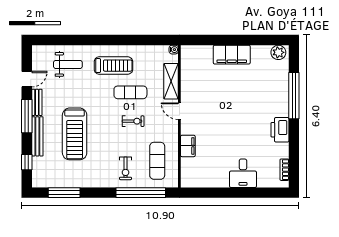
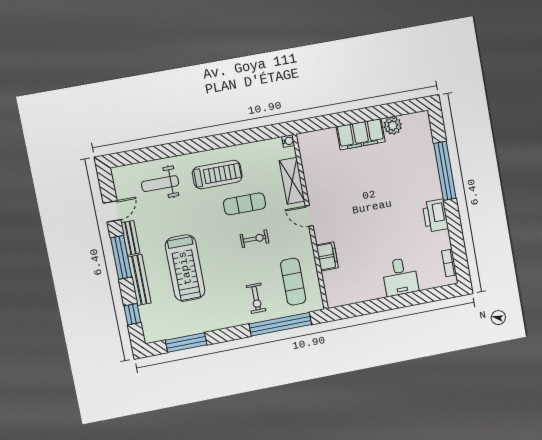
plant: (278, 52) -> (393, 126), moved
weight bench: (68, 64) -> (160, 184), turned 180

